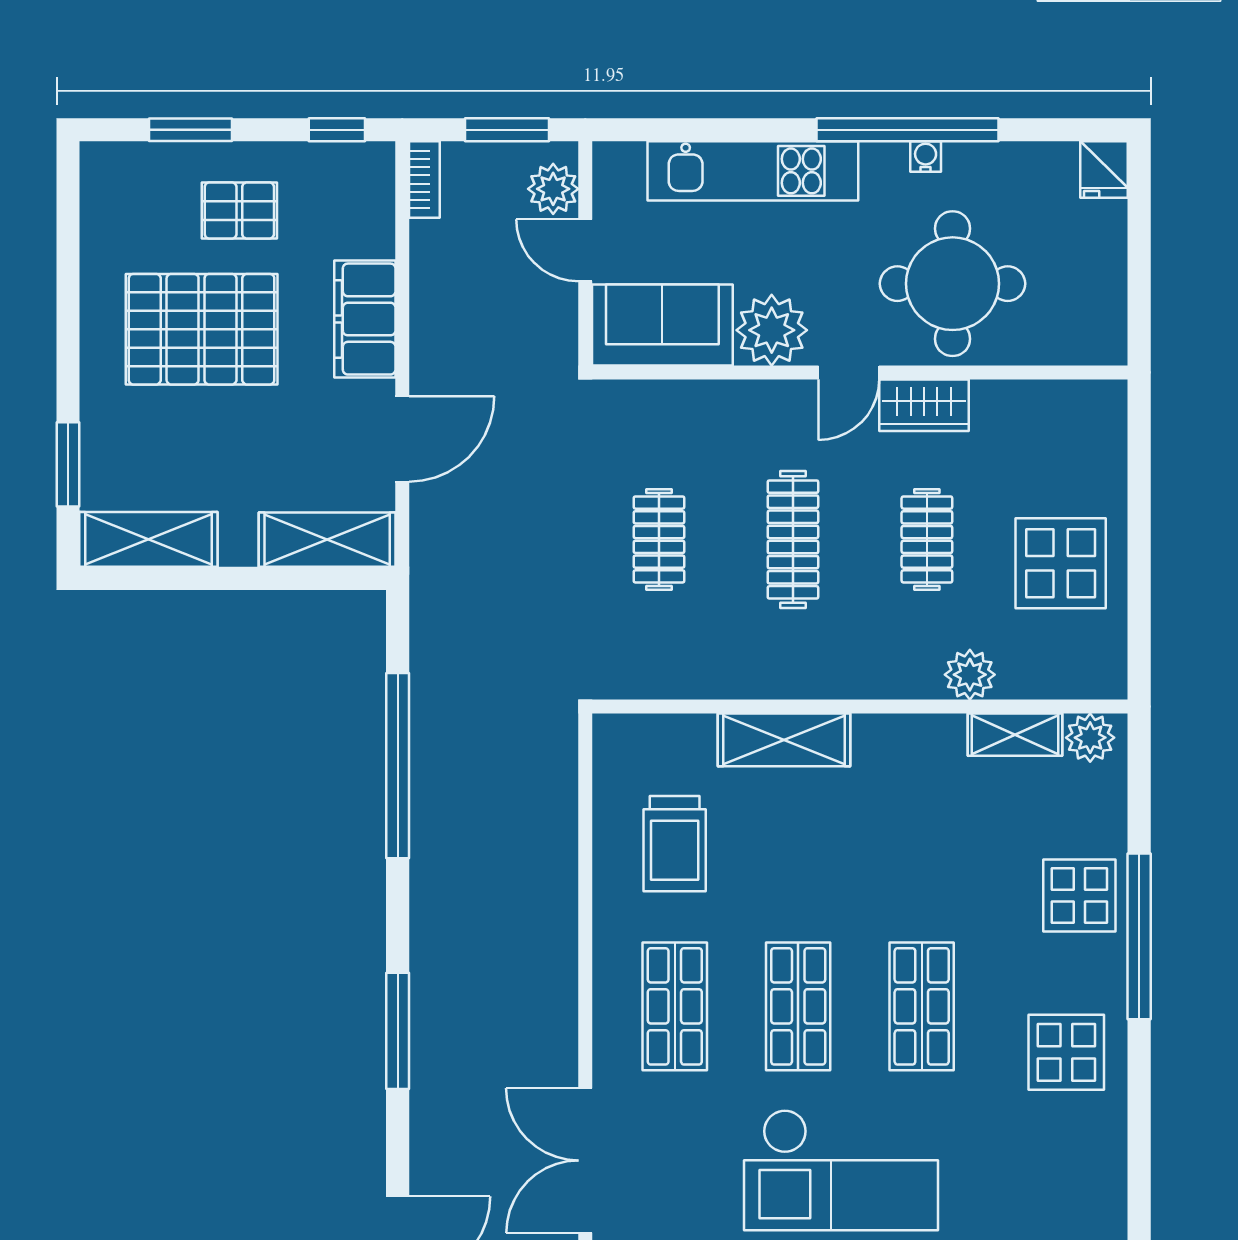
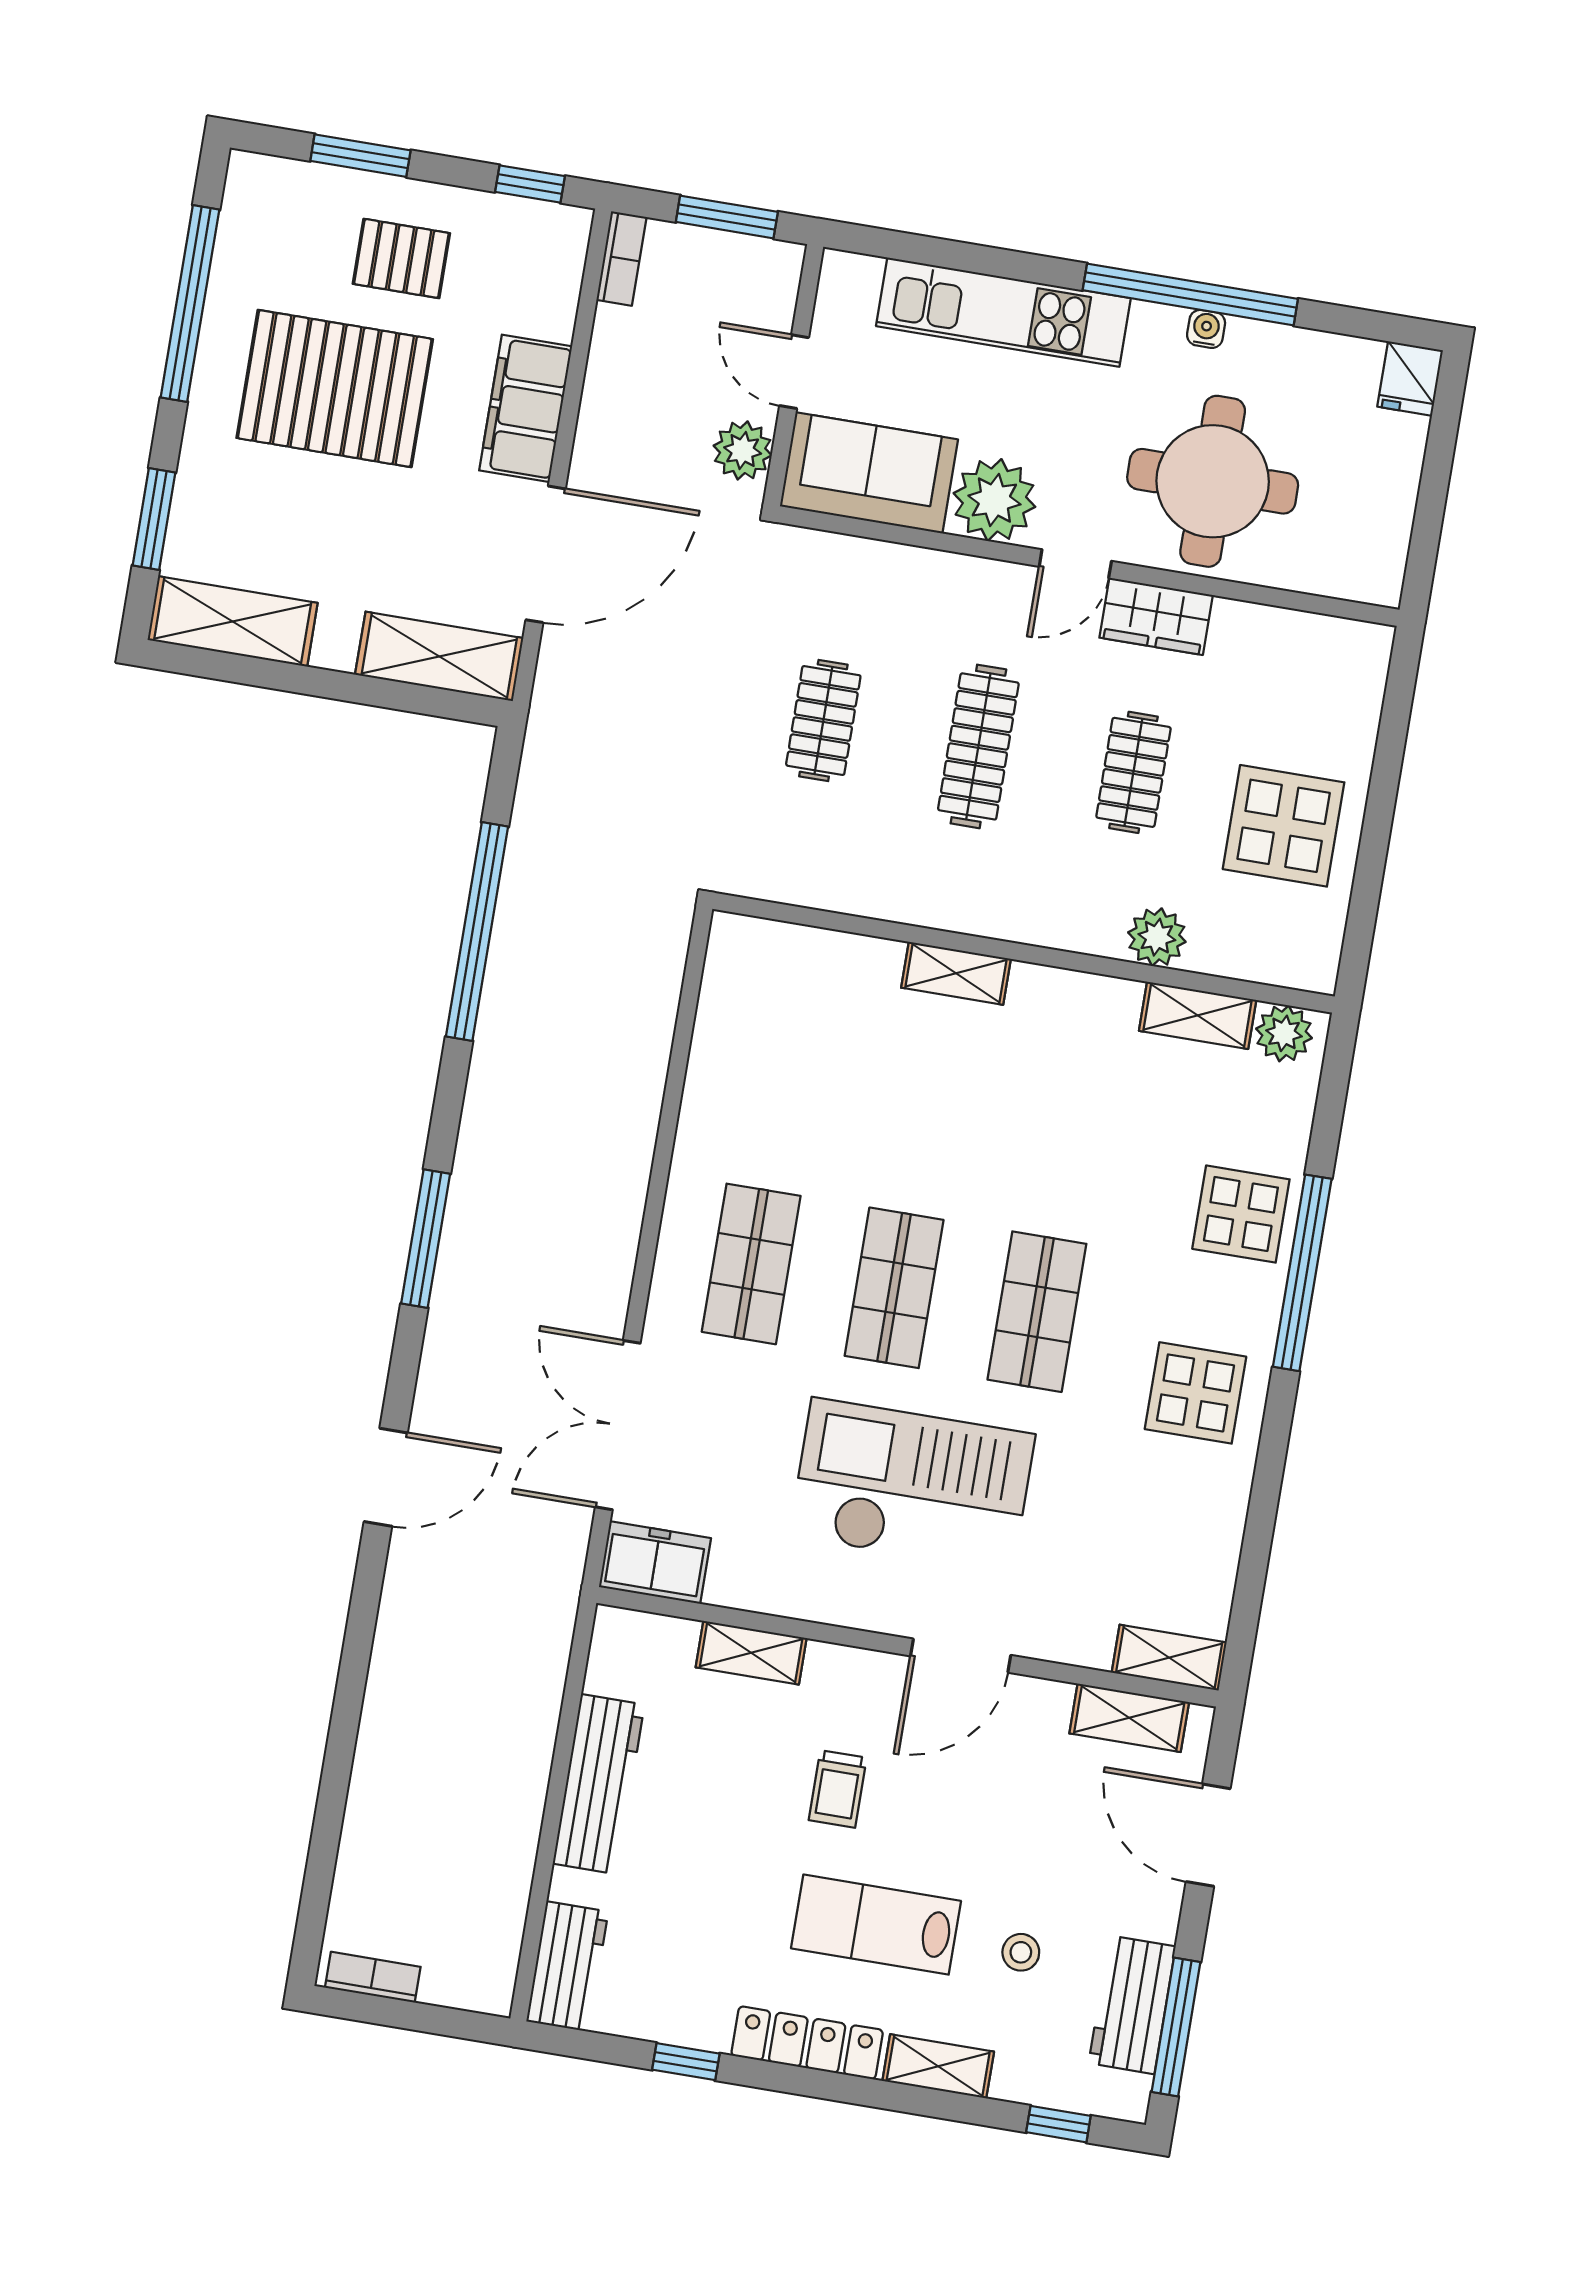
plant: (553, 189) -> (743, 450), moved
window: (68, 278) -> (190, 304), added
door: (402, 439) -> (546, 554), width x1.36
shelving: (784, 740) -> (956, 973), width x0.67, depth x0.75
trolley: (675, 844) -> (783, 1076), removed
checkout: (841, 1170) -> (912, 1485), turned 180

